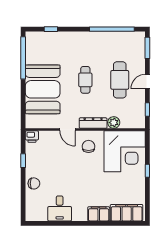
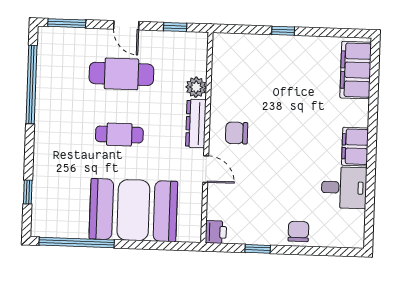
door: (67, 130) -> (206, 169), hinge flipped
corner desk: (125, 151) -> (247, 70), removed
filing cabinet: (99, 214) -> (355, 147), moved

